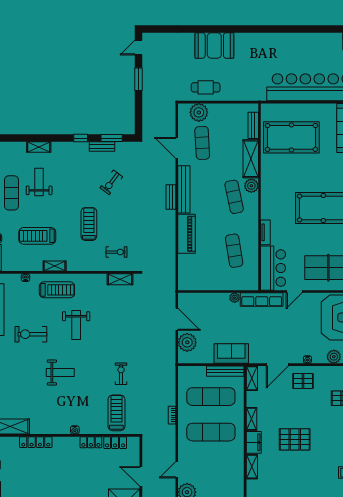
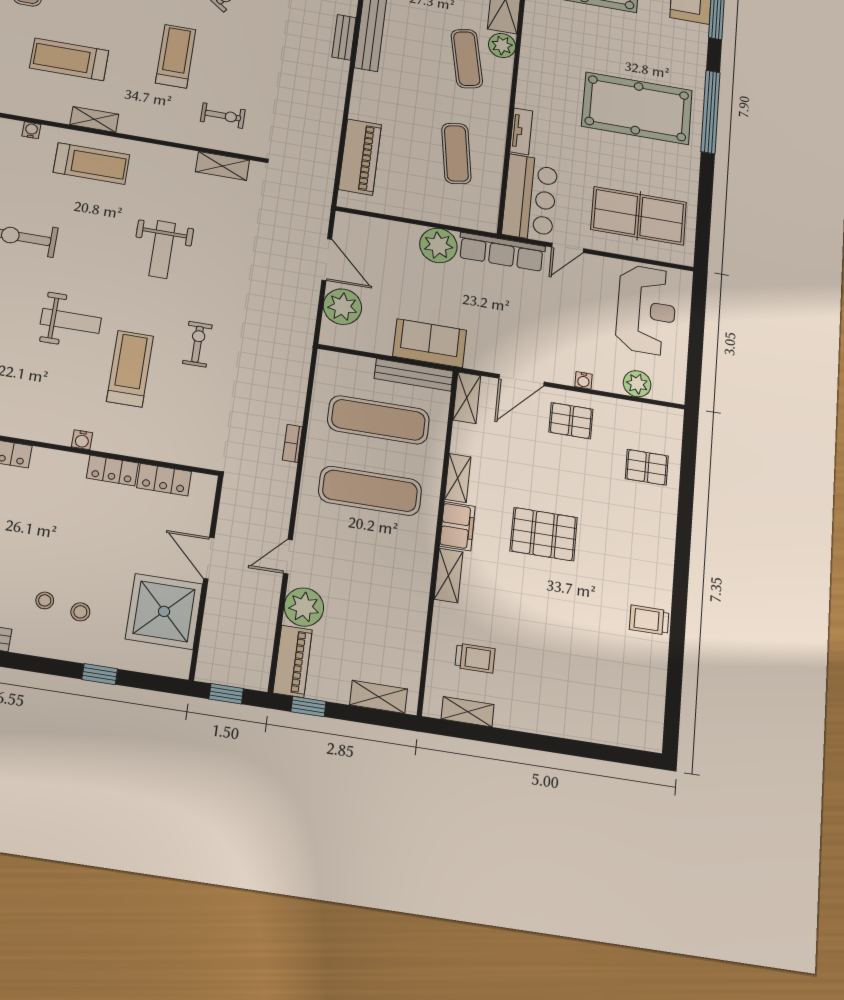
piano: (187, 234) -> (360, 157), moved
plant: (235, 298) -> (438, 245), width x1.87, depth x1.87
weight bench: (76, 325) -> (162, 249), moved
treadmill: (116, 413) -> (130, 369), moved

